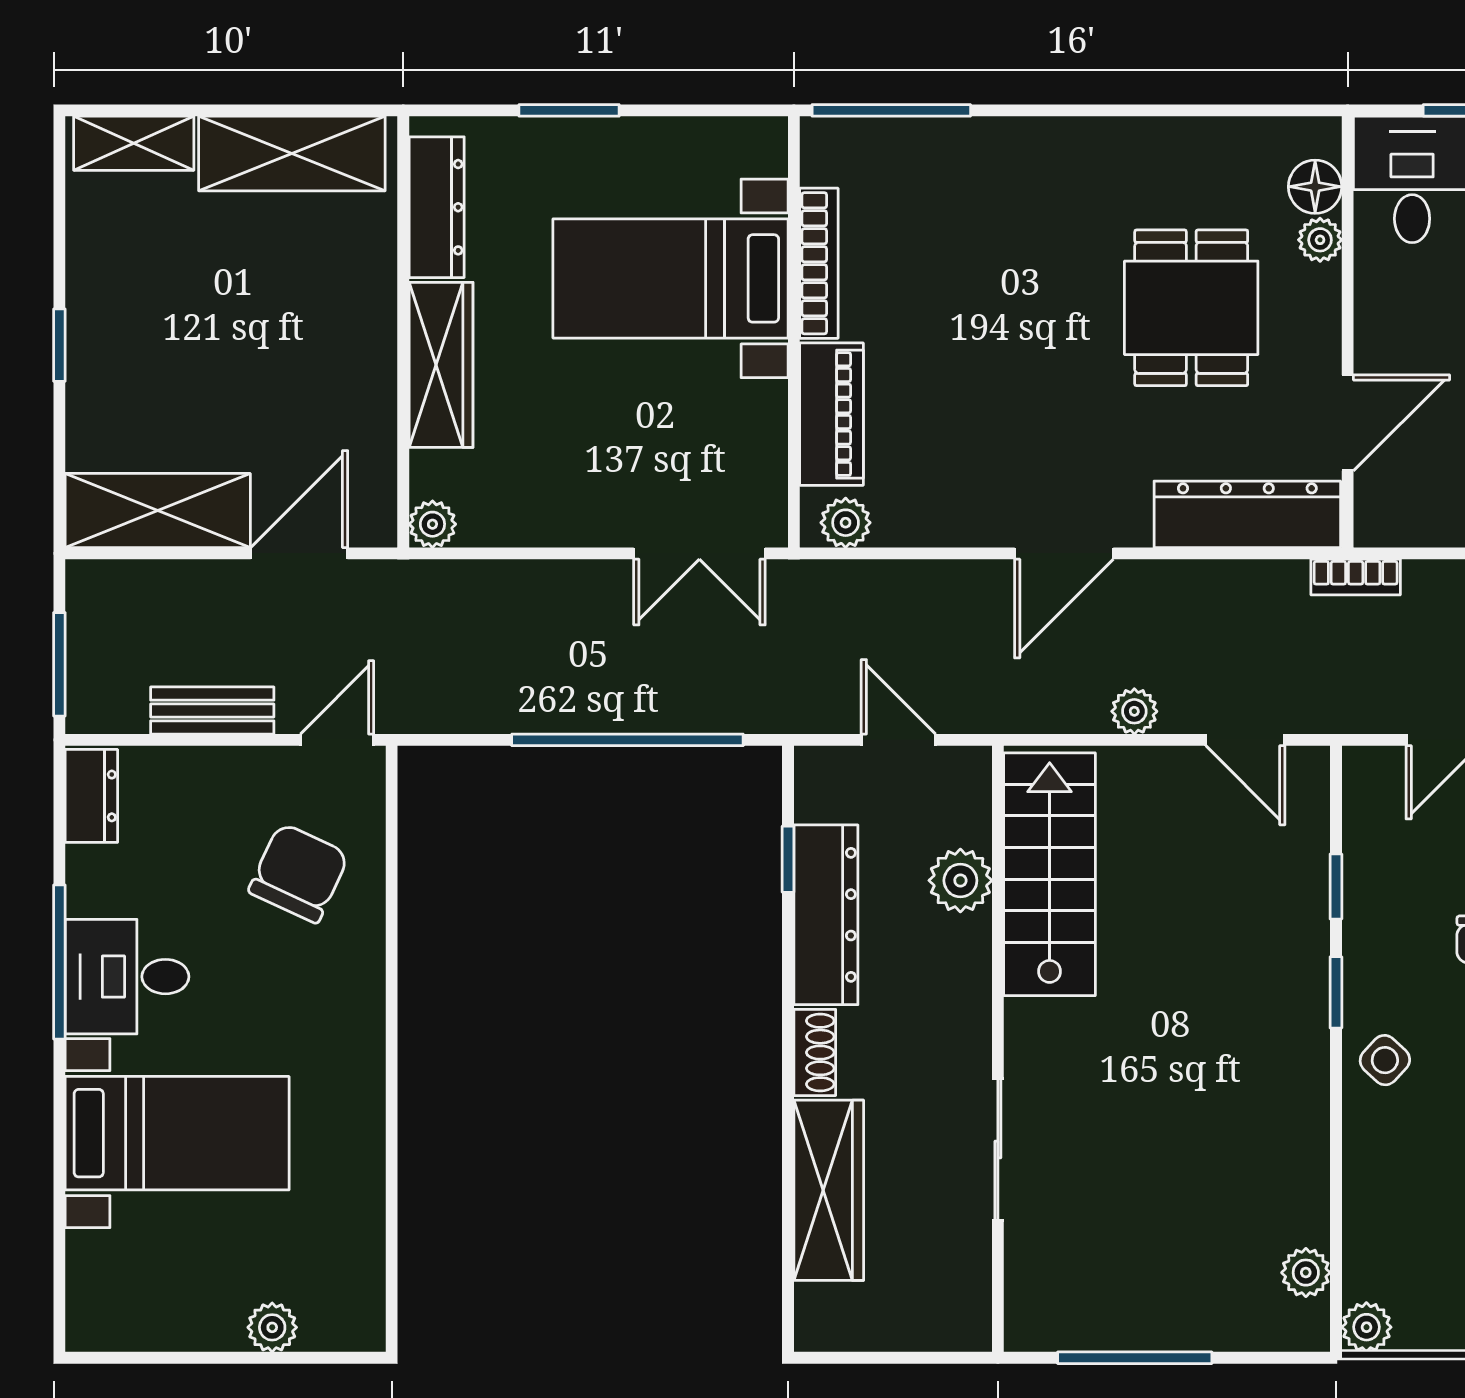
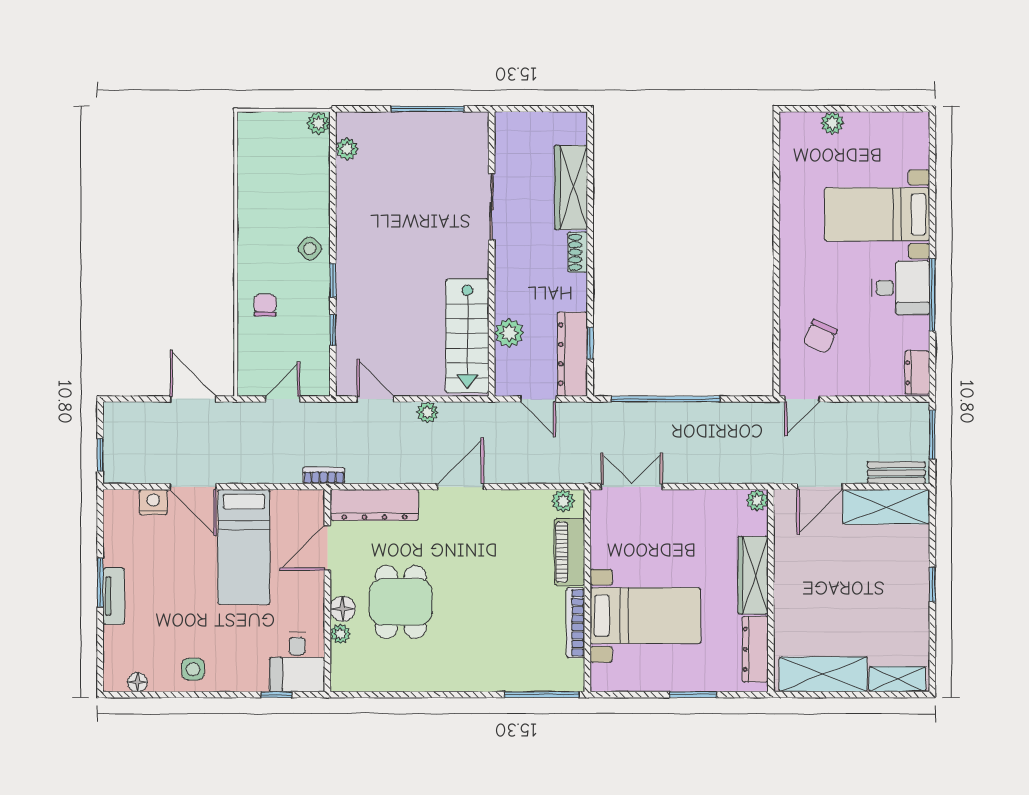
floor lamp: (1315, 187) -> (343, 609), moved
bench: (212, 711) -> (896, 473), moved
chair: (299, 873) -> (820, 337), width x0.73, depth x0.73
dresser: (826, 915) -> (572, 354), moved

